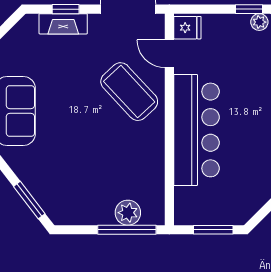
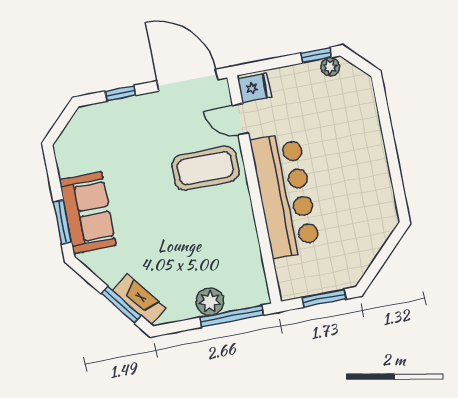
fireplace: (63, 24) -> (139, 299), moved, turned -128
coffee table: (129, 92) -> (205, 168), turned -47
plant: (128, 213) -> (210, 302), moved

